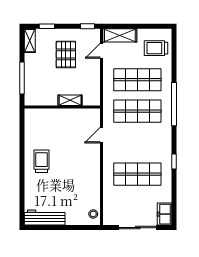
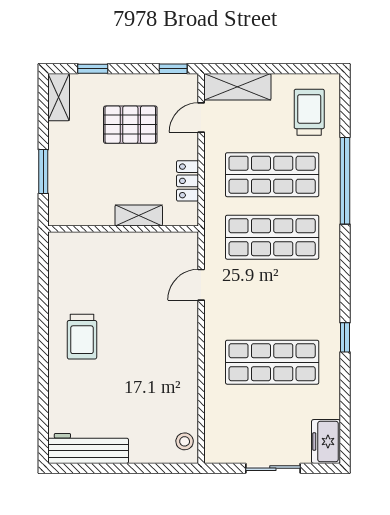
trolley: (156, 48) -> (309, 112), turned 90
pallet: (66, 54) -> (130, 125), turned 90
window: (22, 78) -> (43, 172), width x0.69
locker: (95, 83) -> (187, 181), added
window: (174, 104) -> (345, 181), moved
trolley: (42, 161) -> (82, 337), turned 180
sliding door: (138, 228) -> (273, 468), width x0.73

